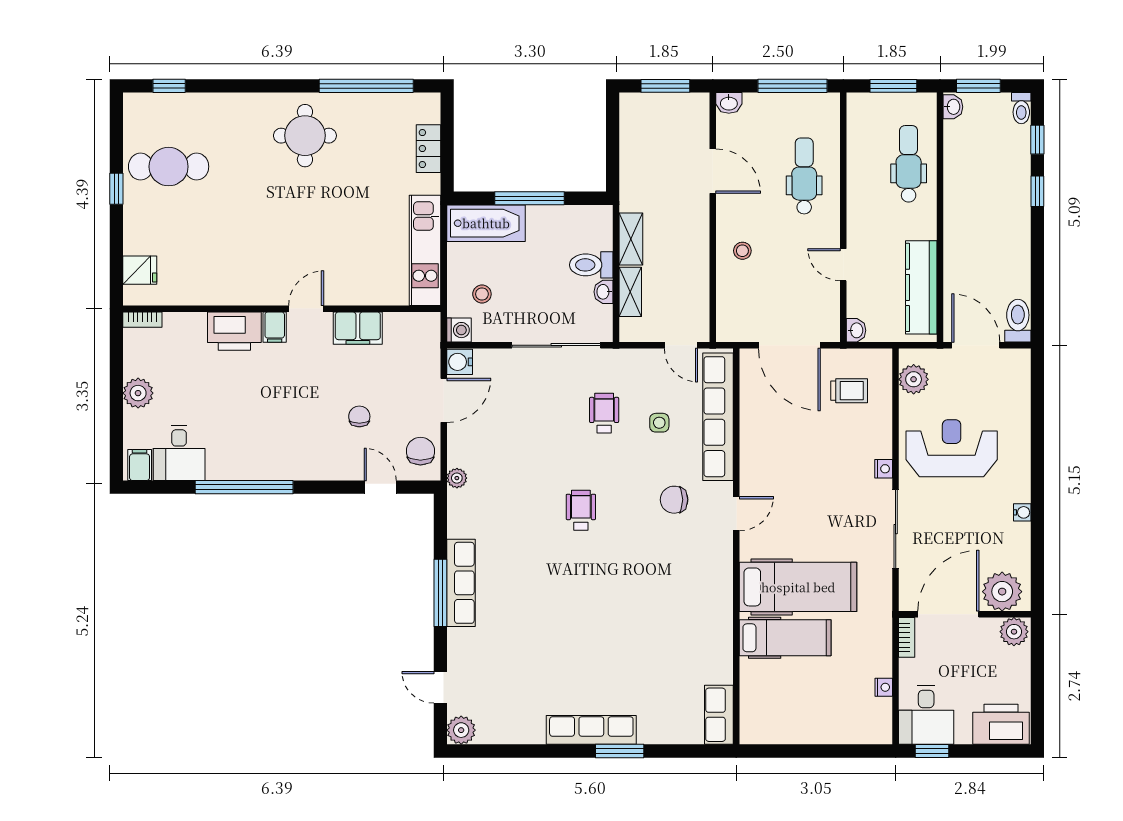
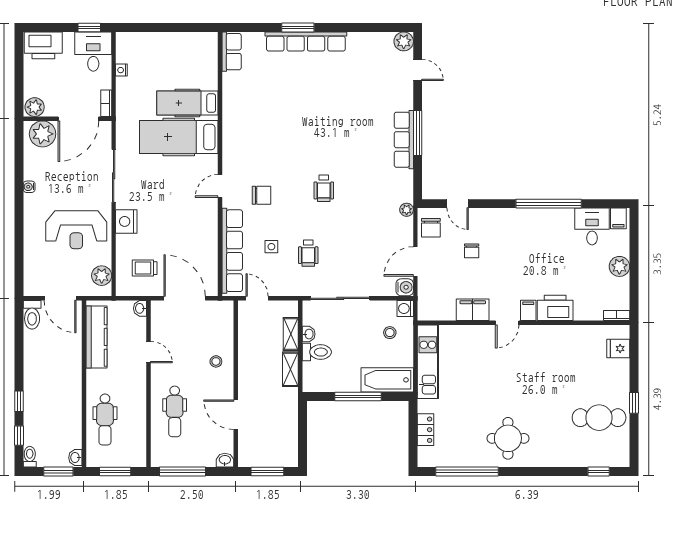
nightstand: (884, 469) -> (126, 221), width x1.89, depth x1.79
row of seats: (591, 730) -> (306, 42), width x1.36

